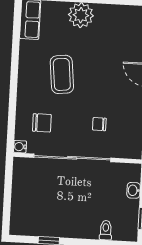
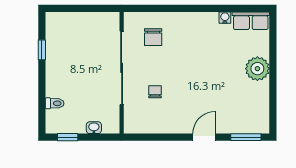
coffee table: (62, 74) -> (200, 54), removed
water cooler: (20, 147) -> (225, 18), moved

